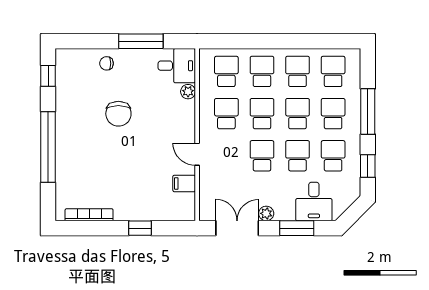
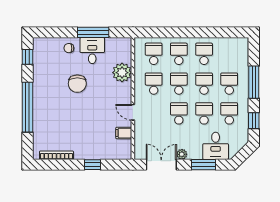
desk: (177, 66) -> (92, 51), moved, turned -90
school desk: (333, 71) -> (229, 54), removed
plant: (188, 92) -> (122, 73), width x1.88, depth x1.88

